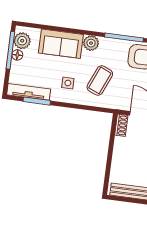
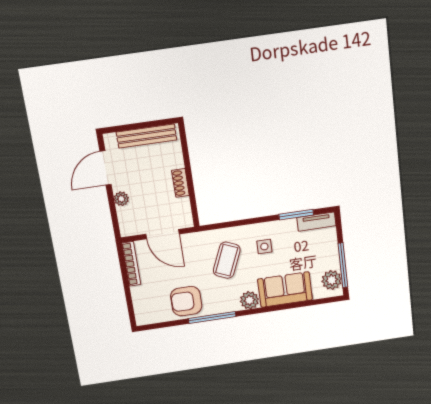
floor lamp: (17, 55) -> (333, 262), removed
tv unit: (29, 92) -> (316, 222), width x0.71
shoe rack: (121, 125) -> (180, 183), moved

